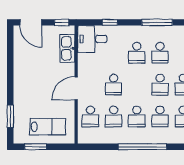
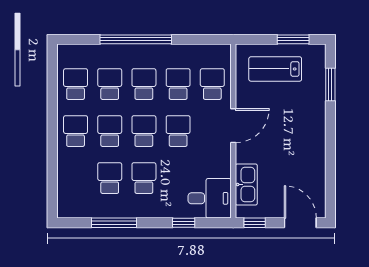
school desk: (137, 85) -> (144, 131), added

